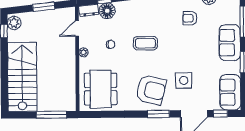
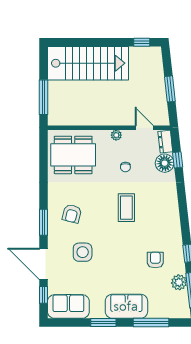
plant: (14, 23) -> (151, 54), removed
armchair: (151, 90) -> (72, 214), width x0.53, depth x0.53

